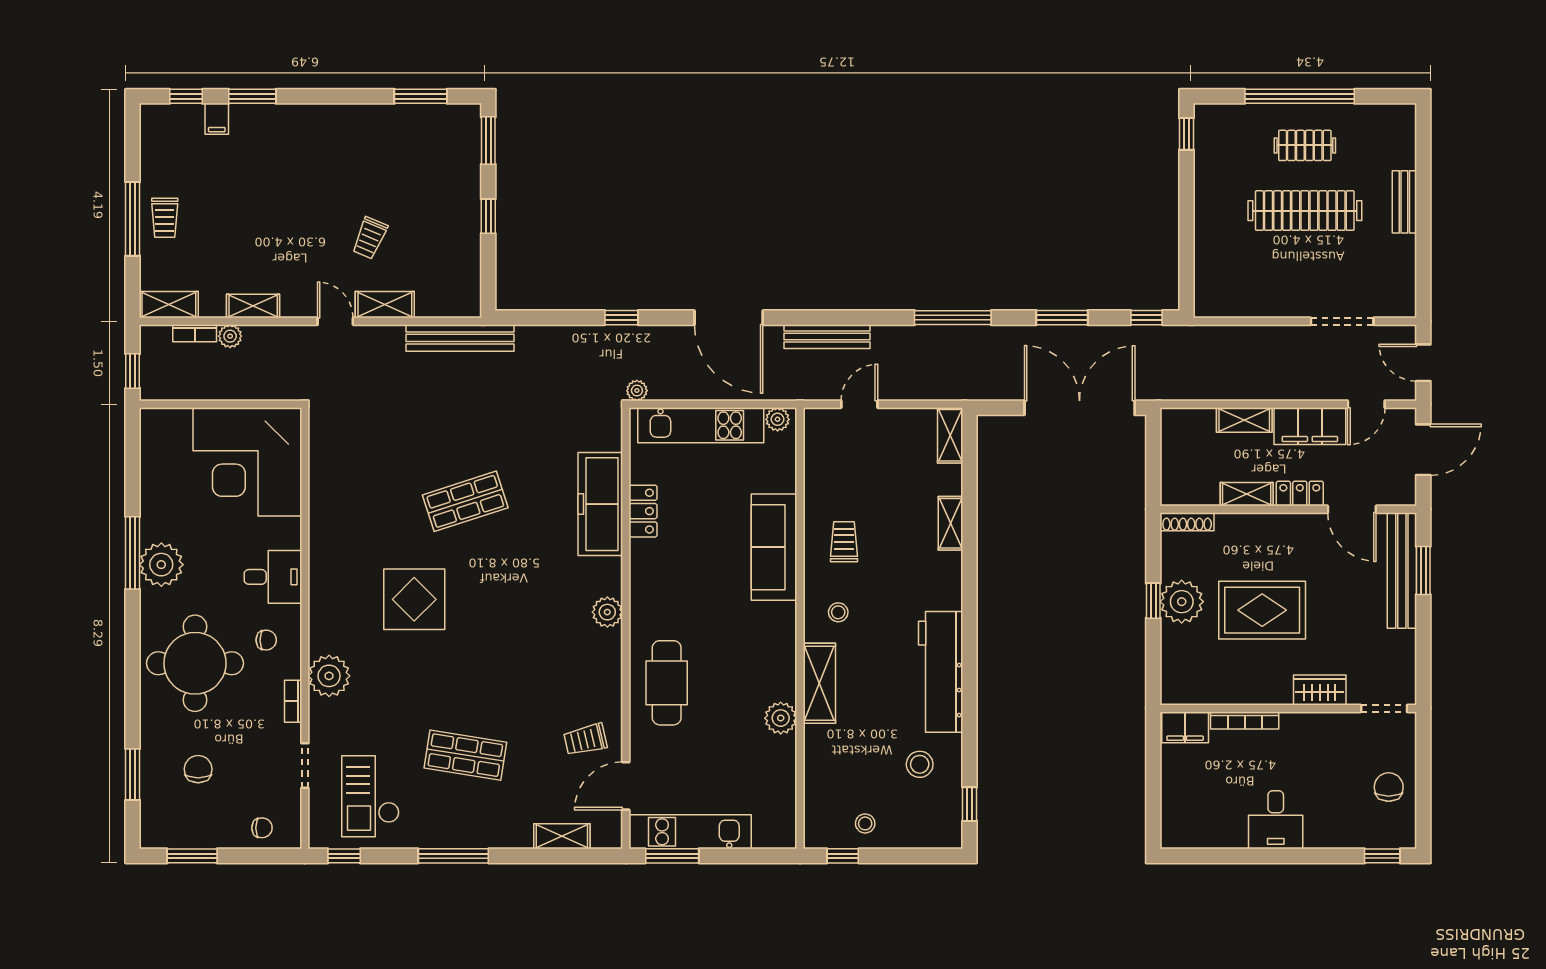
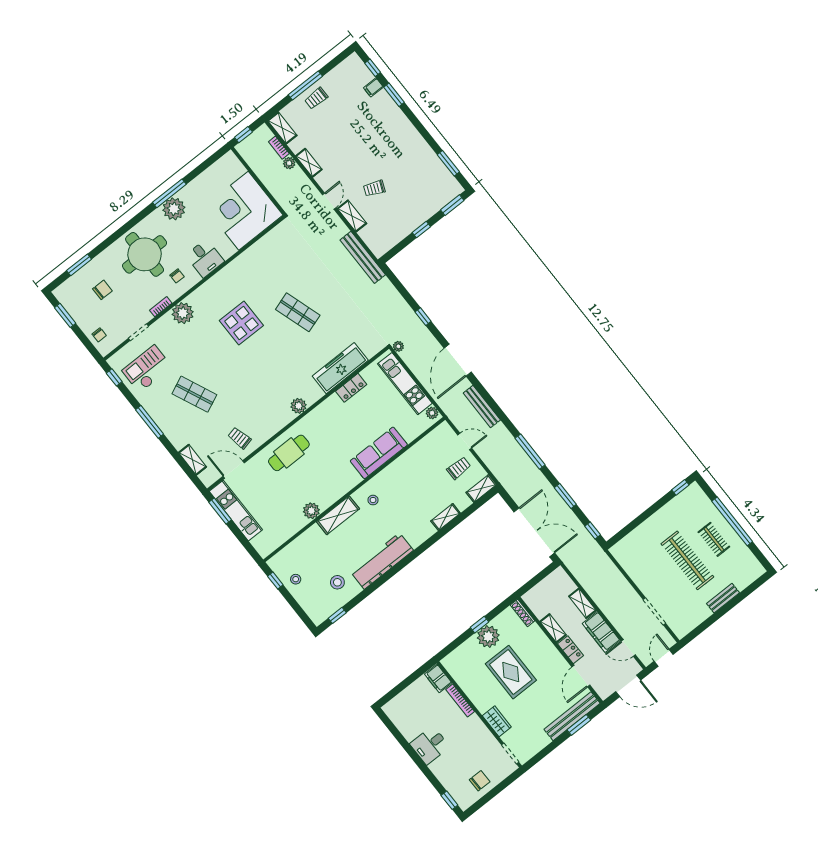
trolley: (844, 542) -> (459, 468), moved
shop shelf: (465, 755) -> (194, 394), turned -33

